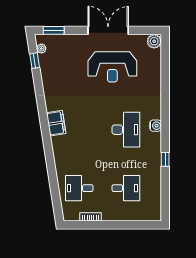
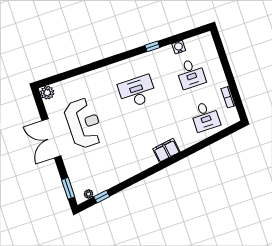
filing cabinet: (56, 123) -> (166, 150), moved
water cooler: (156, 126) -> (179, 47), moved
desk: (126, 188) -> (191, 74), turned 180

